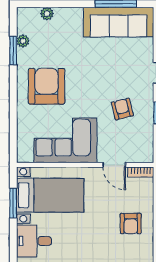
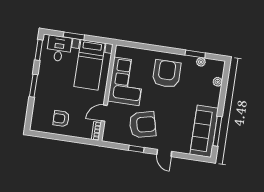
armchair: (47, 86) -> (167, 74), turned -90
armchair: (122, 109) -> (143, 125), width x1.88, depth x1.88
window: (13, 203) -> (74, 36), moved

